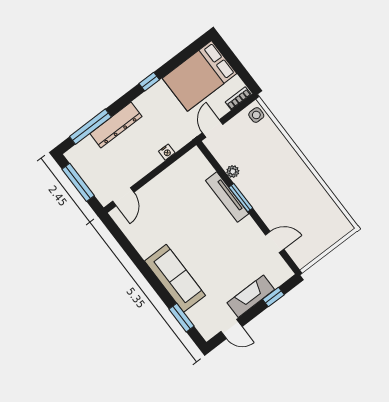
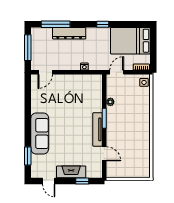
tv unit: (227, 197) -> (98, 129), moved

